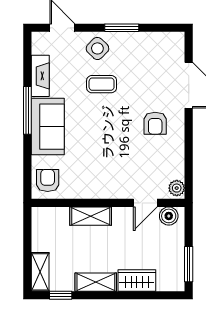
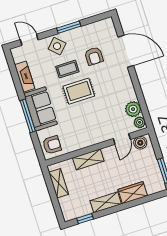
window: (27, 110) -> (28, 116), moved
rug: (107, 119) -> (79, 91), added
armchair: (155, 123) -> (94, 56), moved
plant: (174, 167) -> (133, 109), added
armchair: (48, 181) -> (52, 145), turned 91
shelving: (40, 272) -> (59, 183), moved

